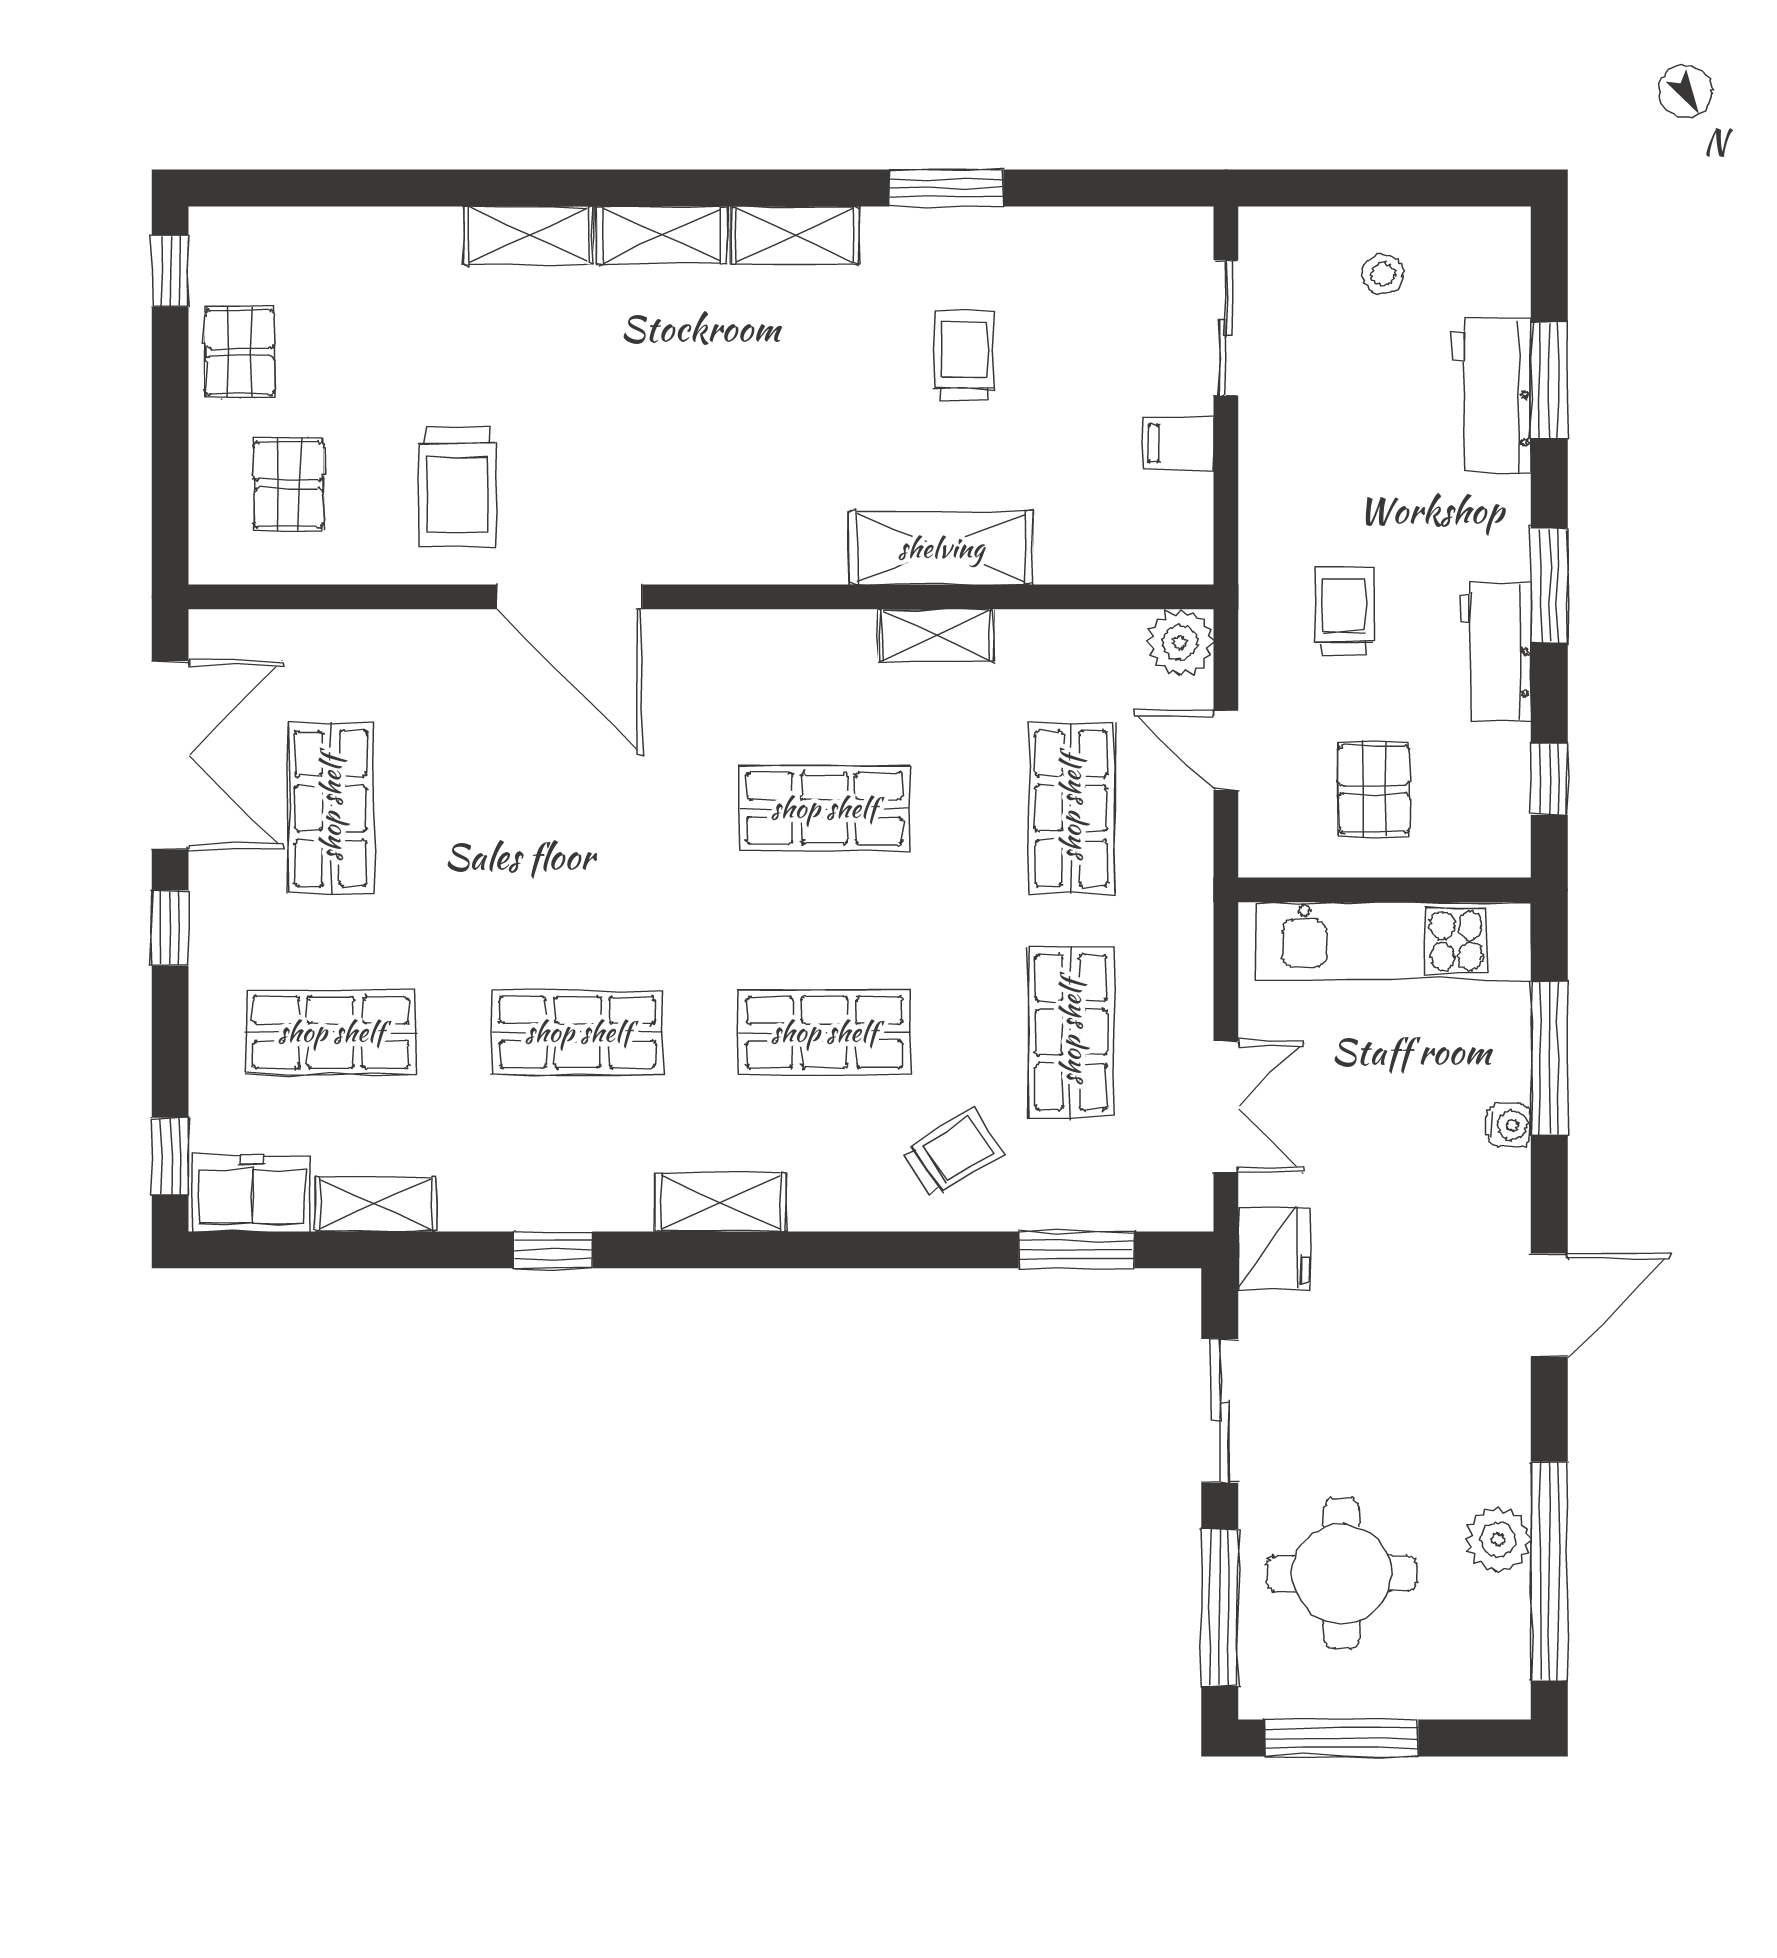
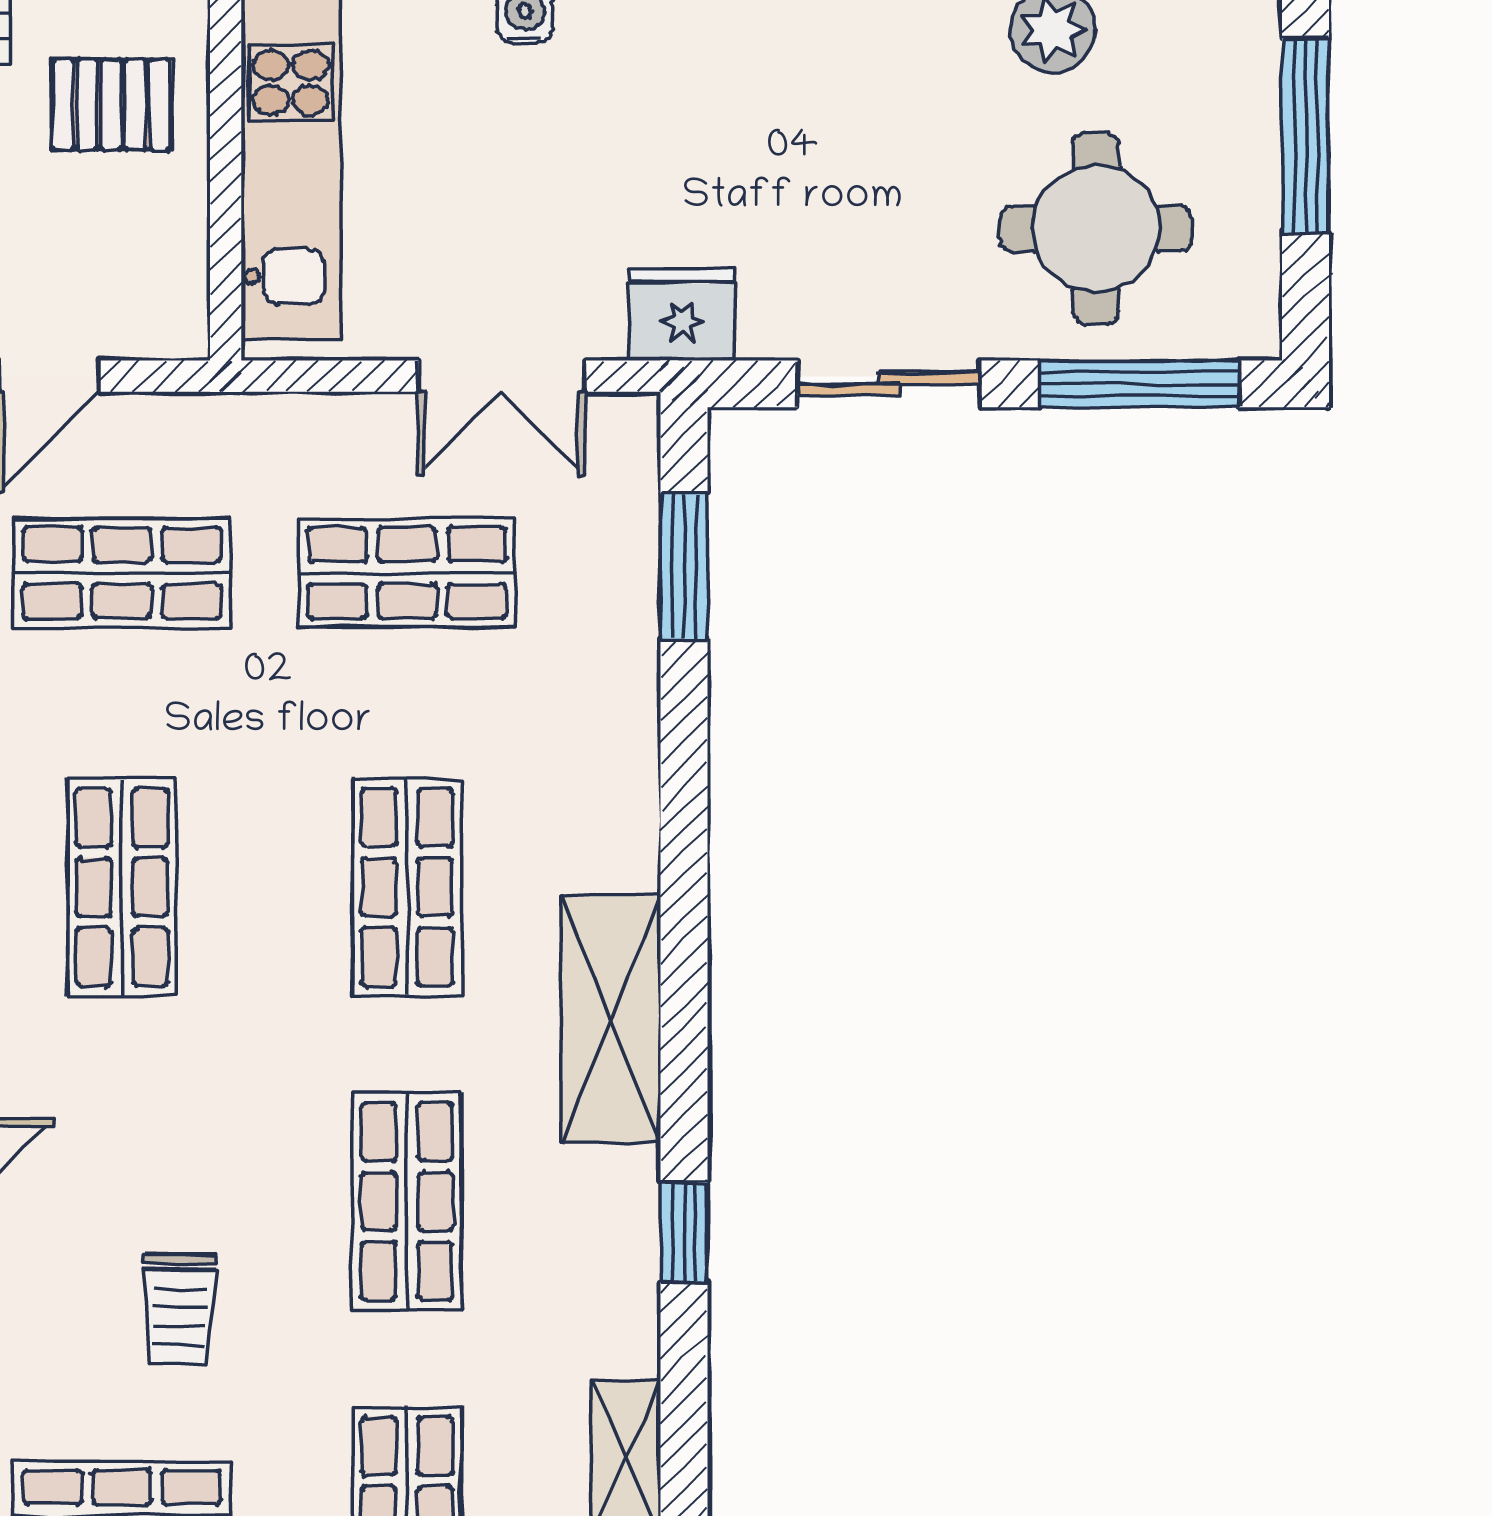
pallet: (1374, 789) -> (111, 104), moved
double door: (1226, 1107) -> (502, 376), swing flipped
trolley: (952, 1153) -> (179, 1309), moved, turned -146
shelving: (721, 1202) -> (611, 1019), width x1.50, depth x1.33
window: (1342, 1738) -> (1305, 136), moved

